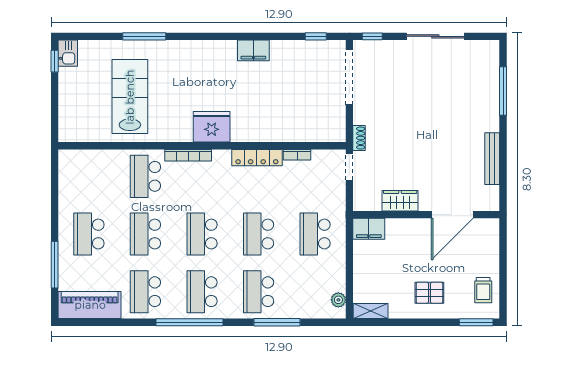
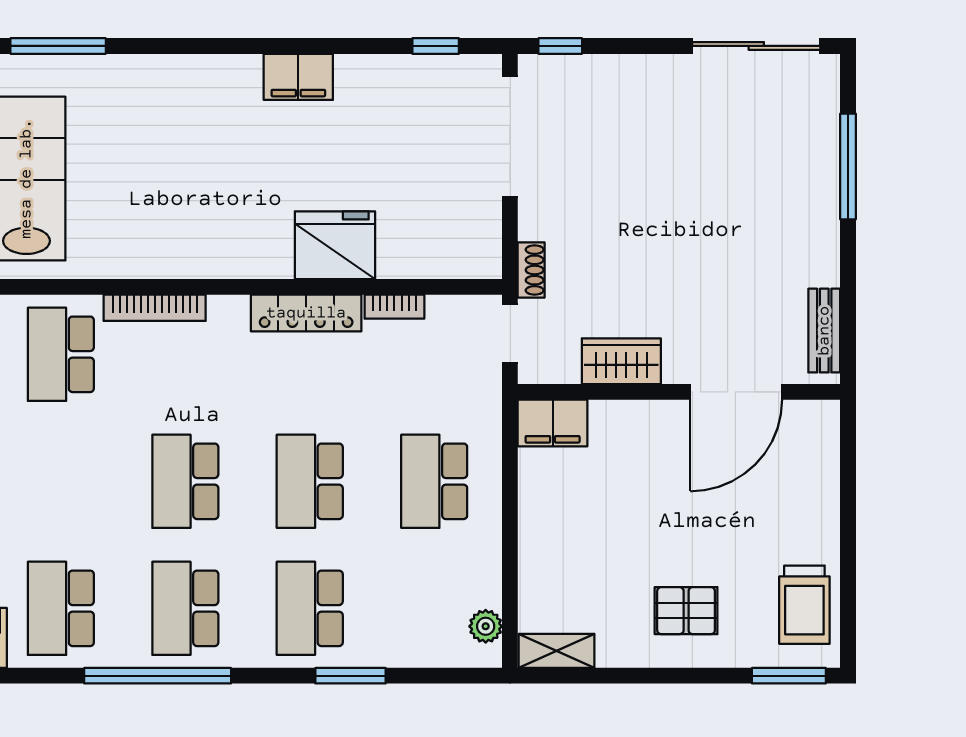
sliding door: (435, 36) -> (756, 46), moved
fridge: (212, 127) -> (335, 245), moved
bench: (492, 159) -> (824, 331), width x0.73
wardrobe: (400, 201) -> (621, 361), moved
wall: (426, 215) -> (679, 392), moved
door: (452, 215) -> (736, 392), moved
filing cabinet: (369, 229) -> (553, 423), moved
school desk: (145, 234) -> (61, 481), removed
trolley: (483, 290) -> (804, 605), width x1.36, depth x1.39
window: (277, 322) -> (350, 676), width x0.69

